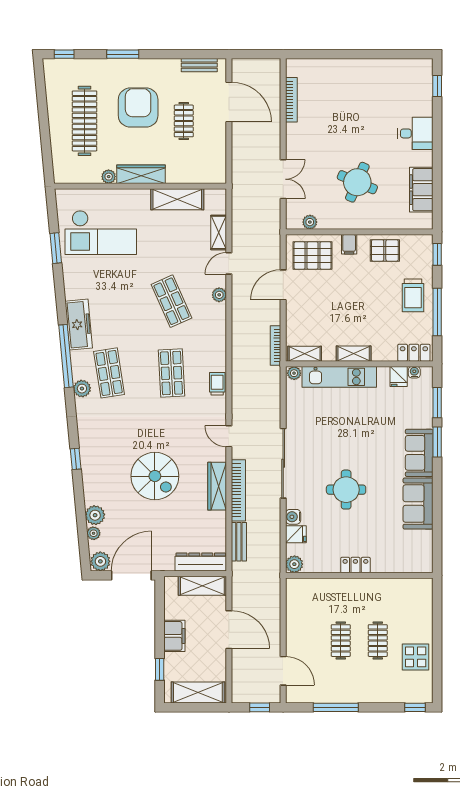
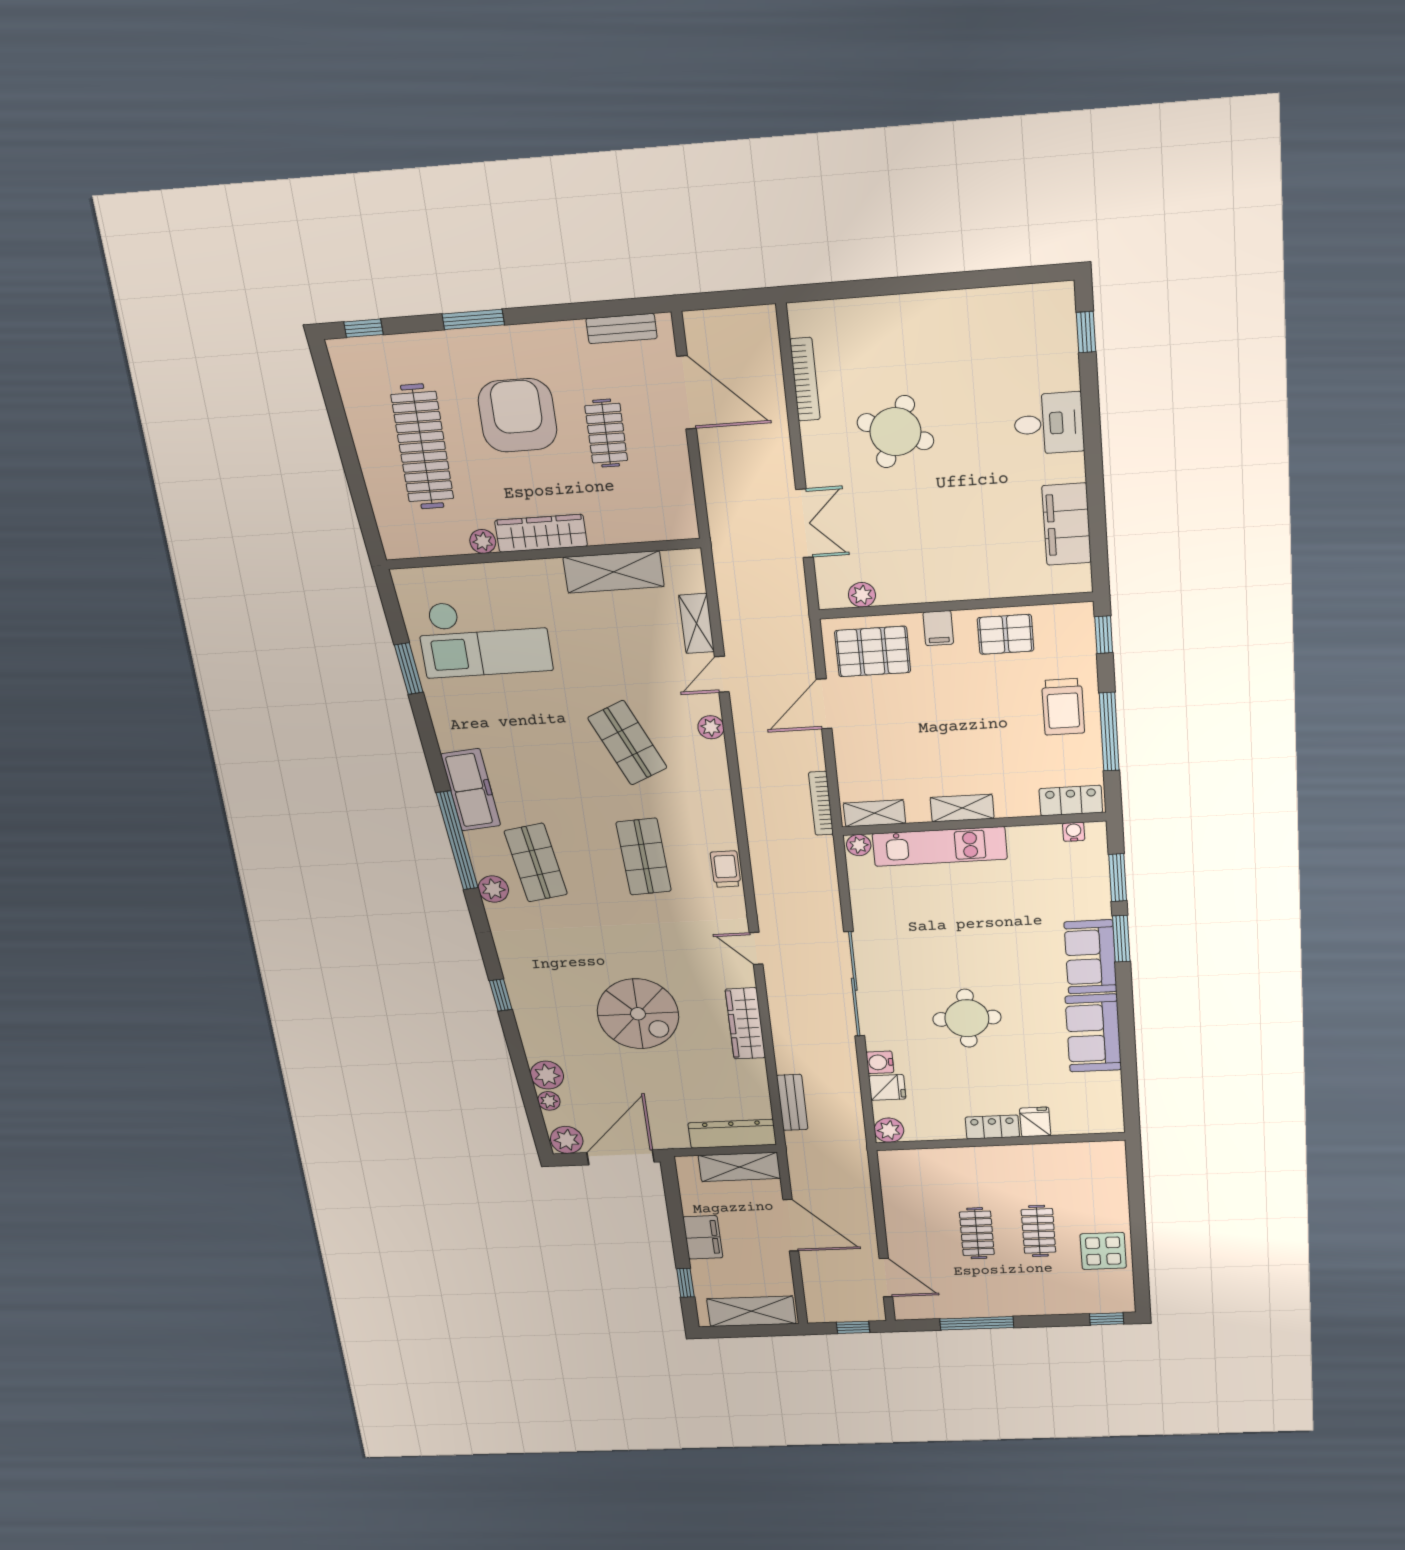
round table: (357, 182) -> (895, 432), moved
fridge: (399, 376) -> (1035, 1122), moved, turned 180
bookcase: (238, 490) -> (782, 1028), removed

